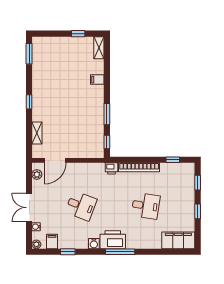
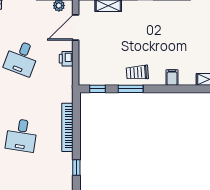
trolley: (93, 109) -> (137, 73), added
door: (55, 160) -> (76, 28), hinge flipped
printer: (112, 168) -> (66, 59), moved

